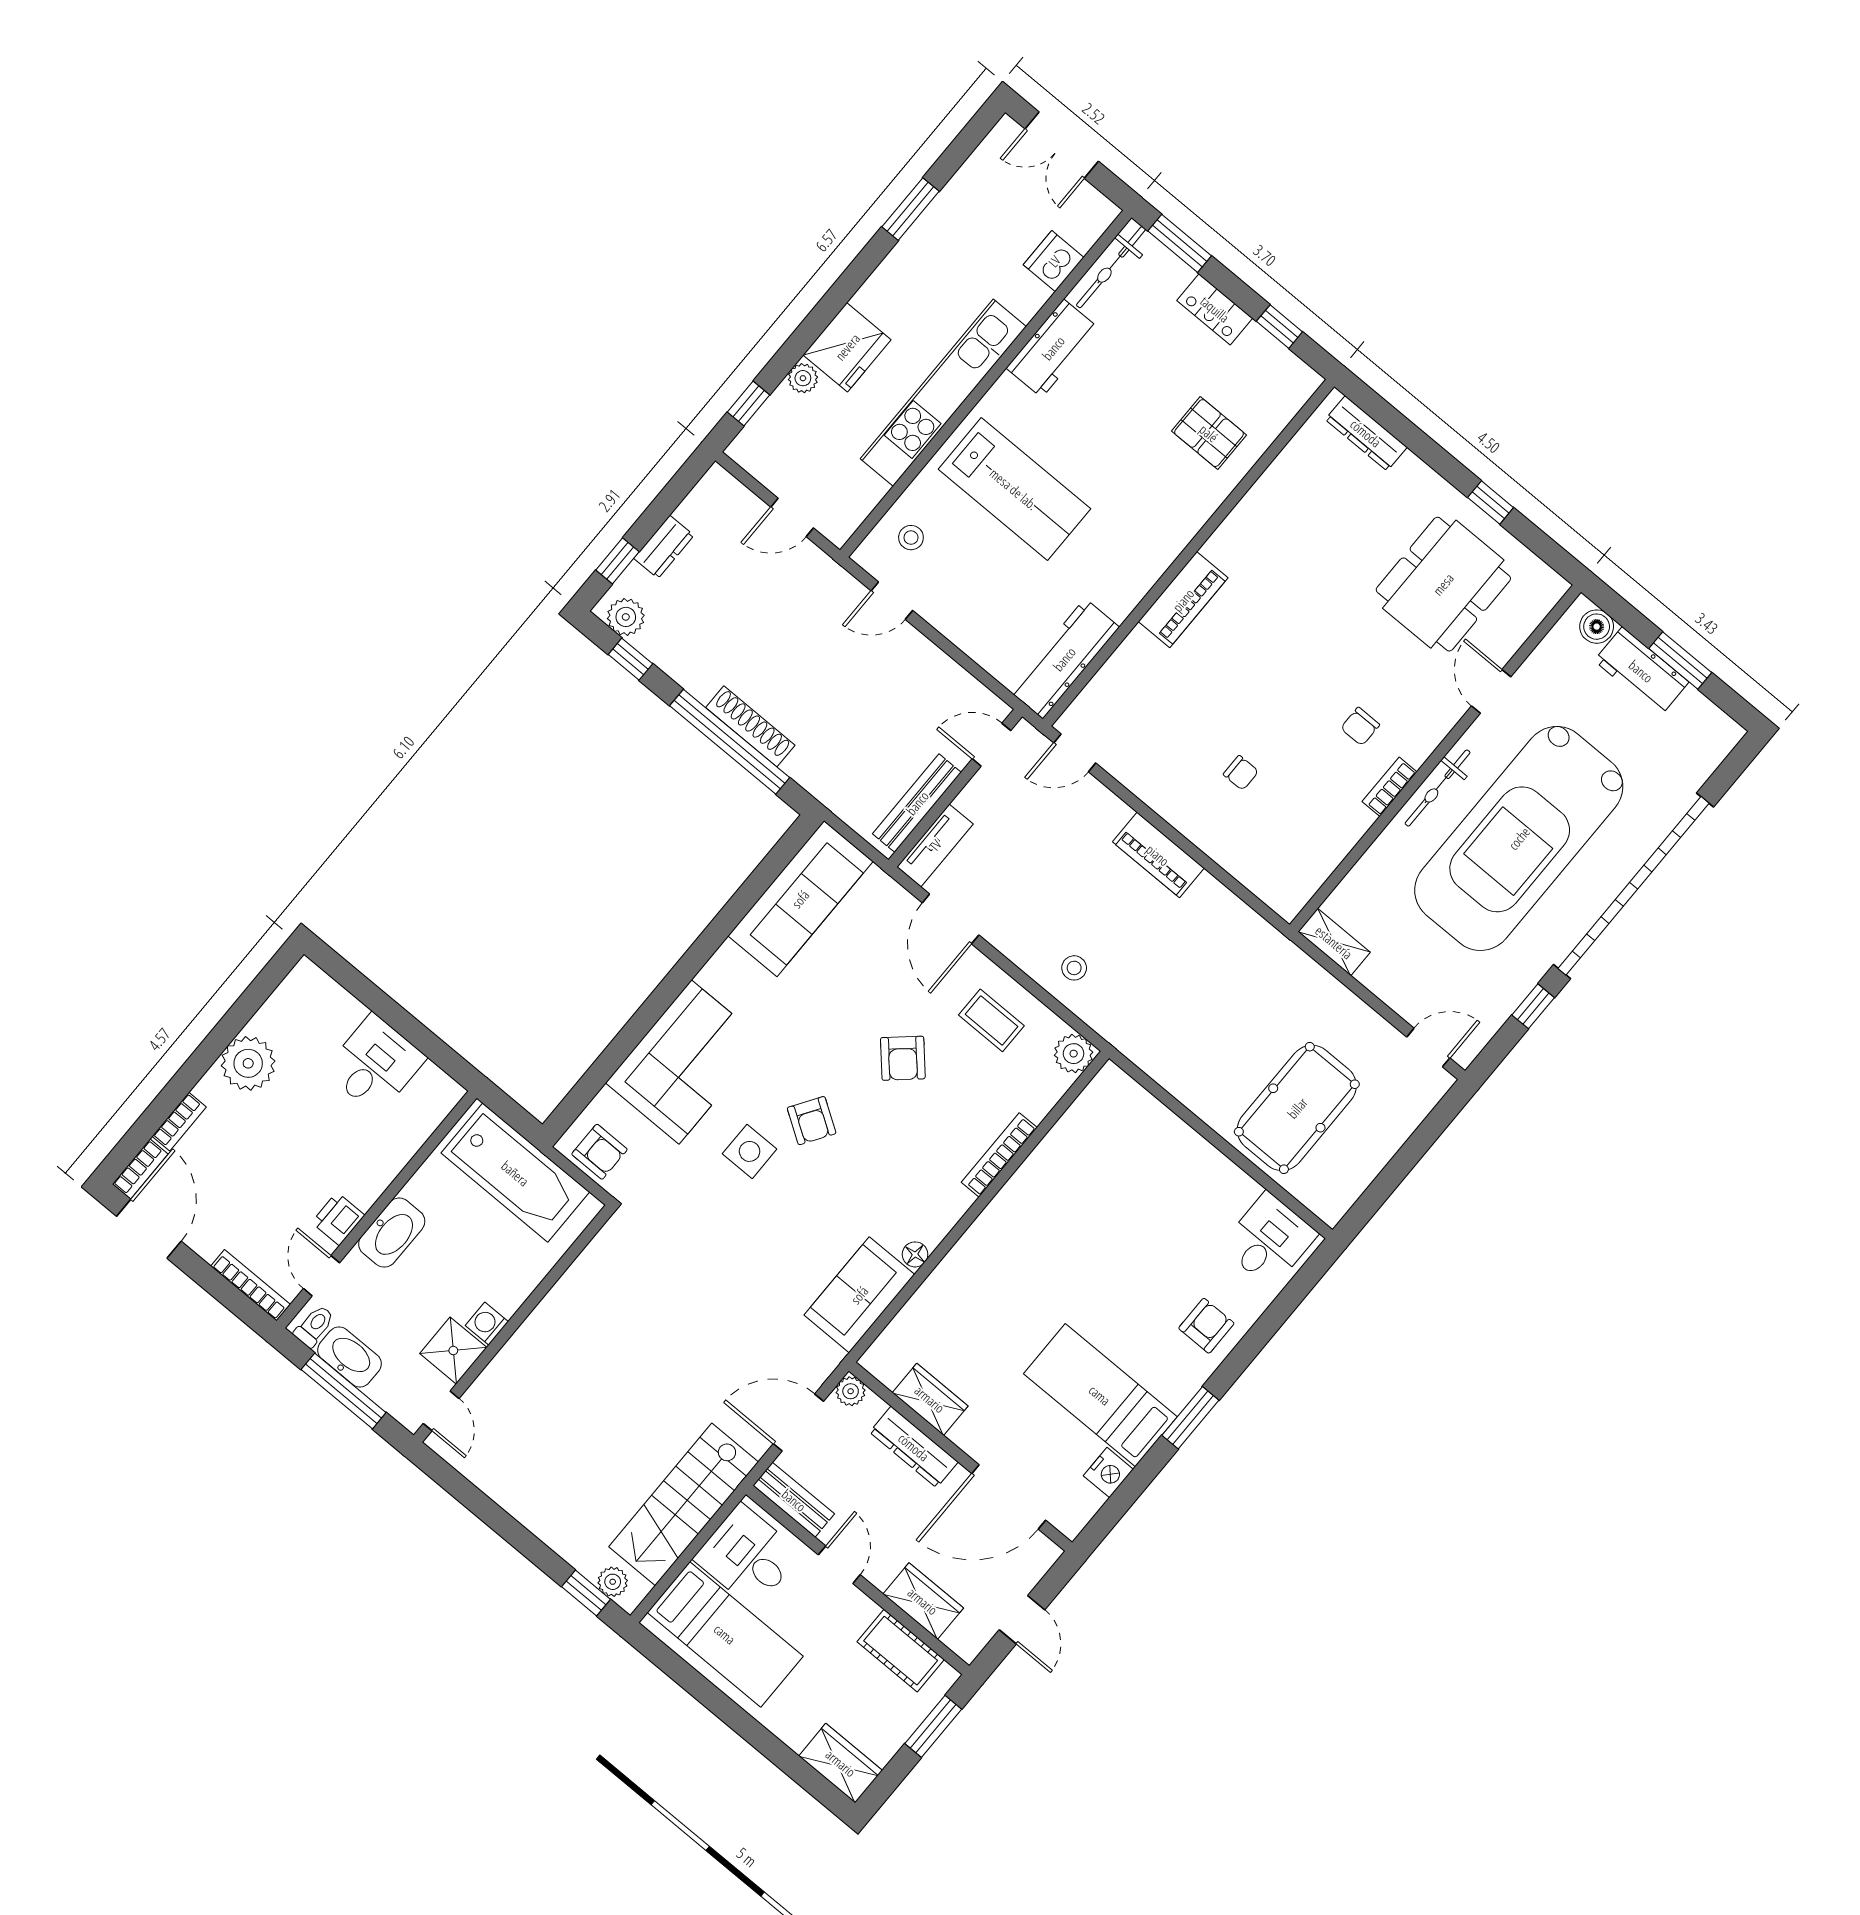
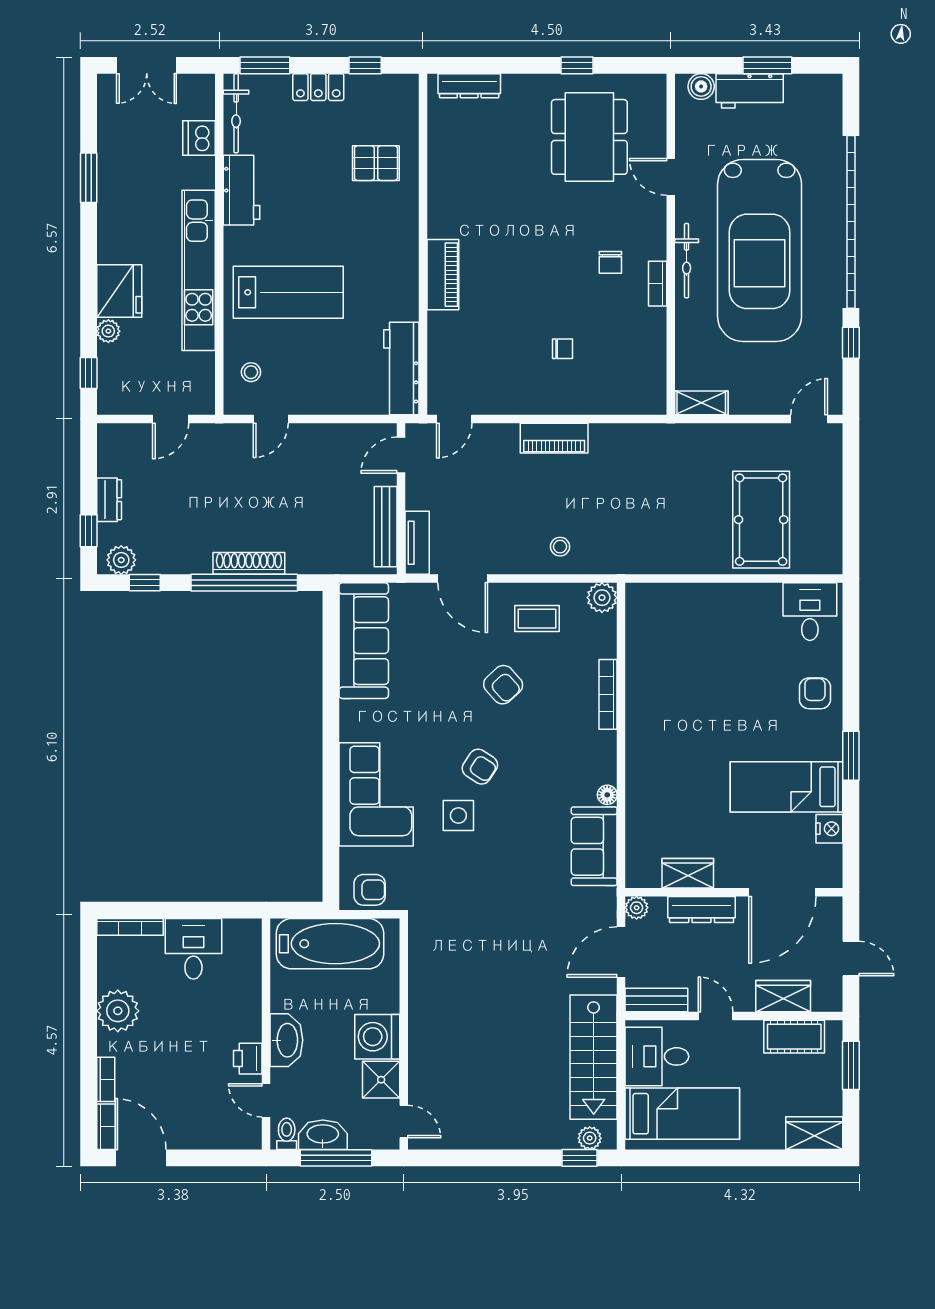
bookcase: (251, 1285) -> (130, 927), moved, turned 180
washing machine: (487, 1324) -> (377, 1037), width x1.89, depth x1.89

